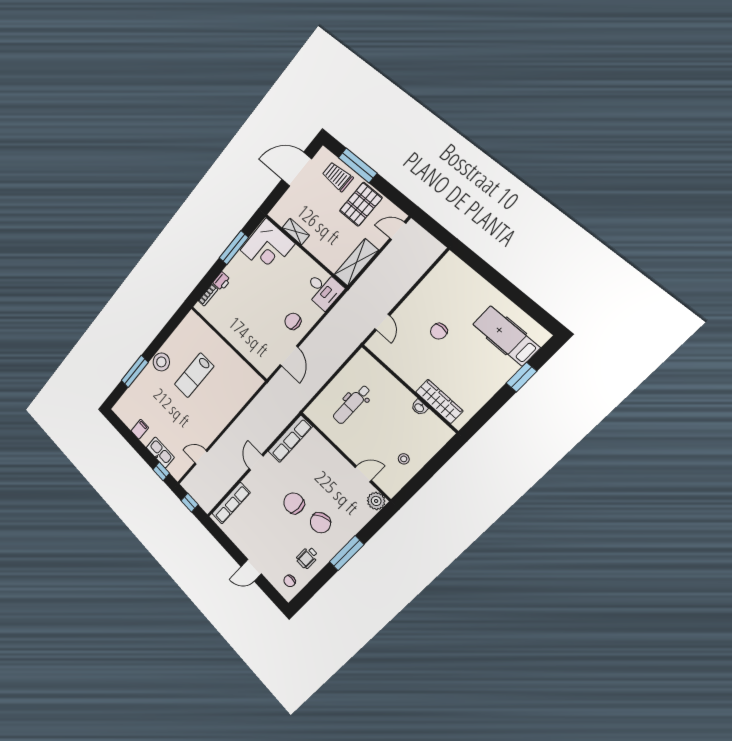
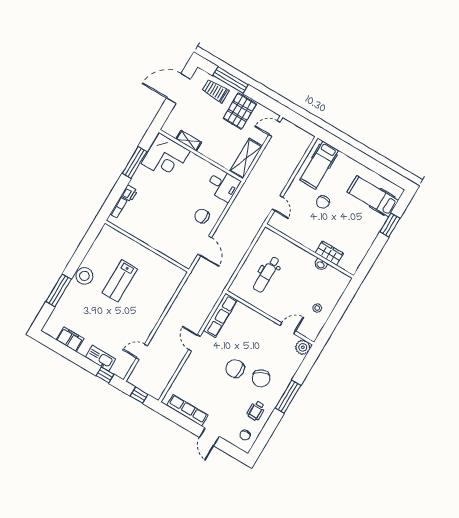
hospital bed: (444, 285) -> (319, 165), added
wardrobe: (439, 401) -> (329, 253), width x0.67
filing cabinet: (140, 429) -> (70, 339), width x2.00
row of seats: (231, 503) -> (187, 410), moved, turned -90
door: (251, 570) -> (209, 437), hinge flipped

